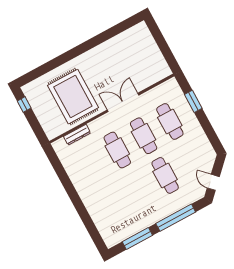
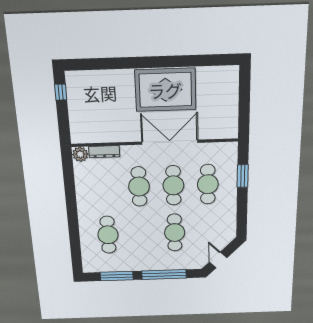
rug: (73, 97) -> (165, 90), moved, turned 90
double door: (123, 102) -> (170, 142), width x1.36
plant: (60, 146) -> (80, 154), added
cafe table: (113, 204) -> (108, 235), added

